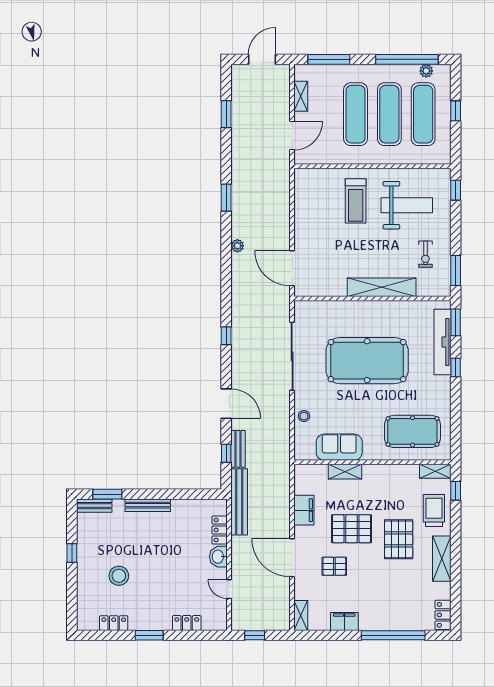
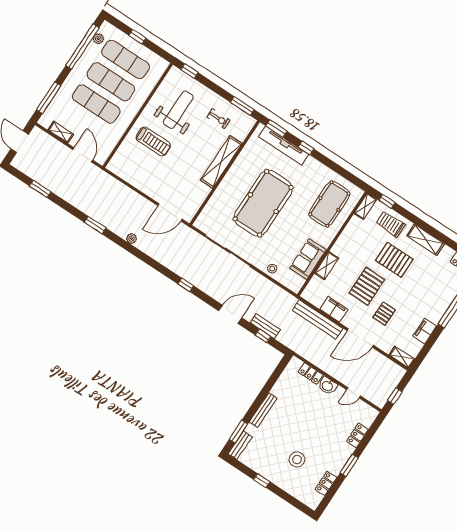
bench: (239, 502) -> (318, 319), moved

